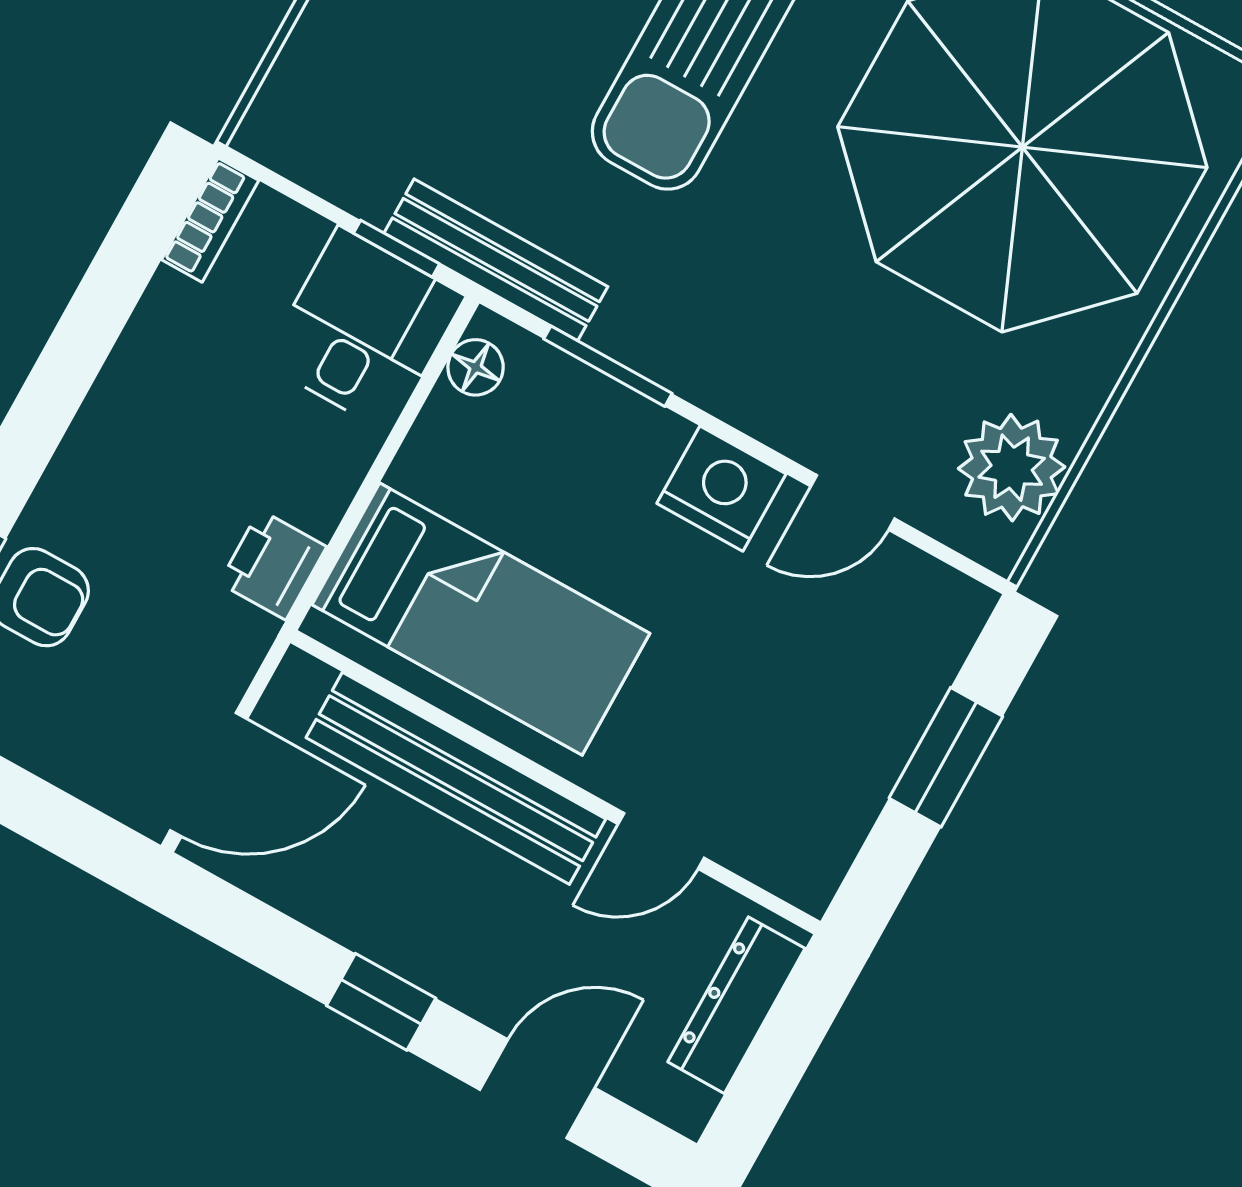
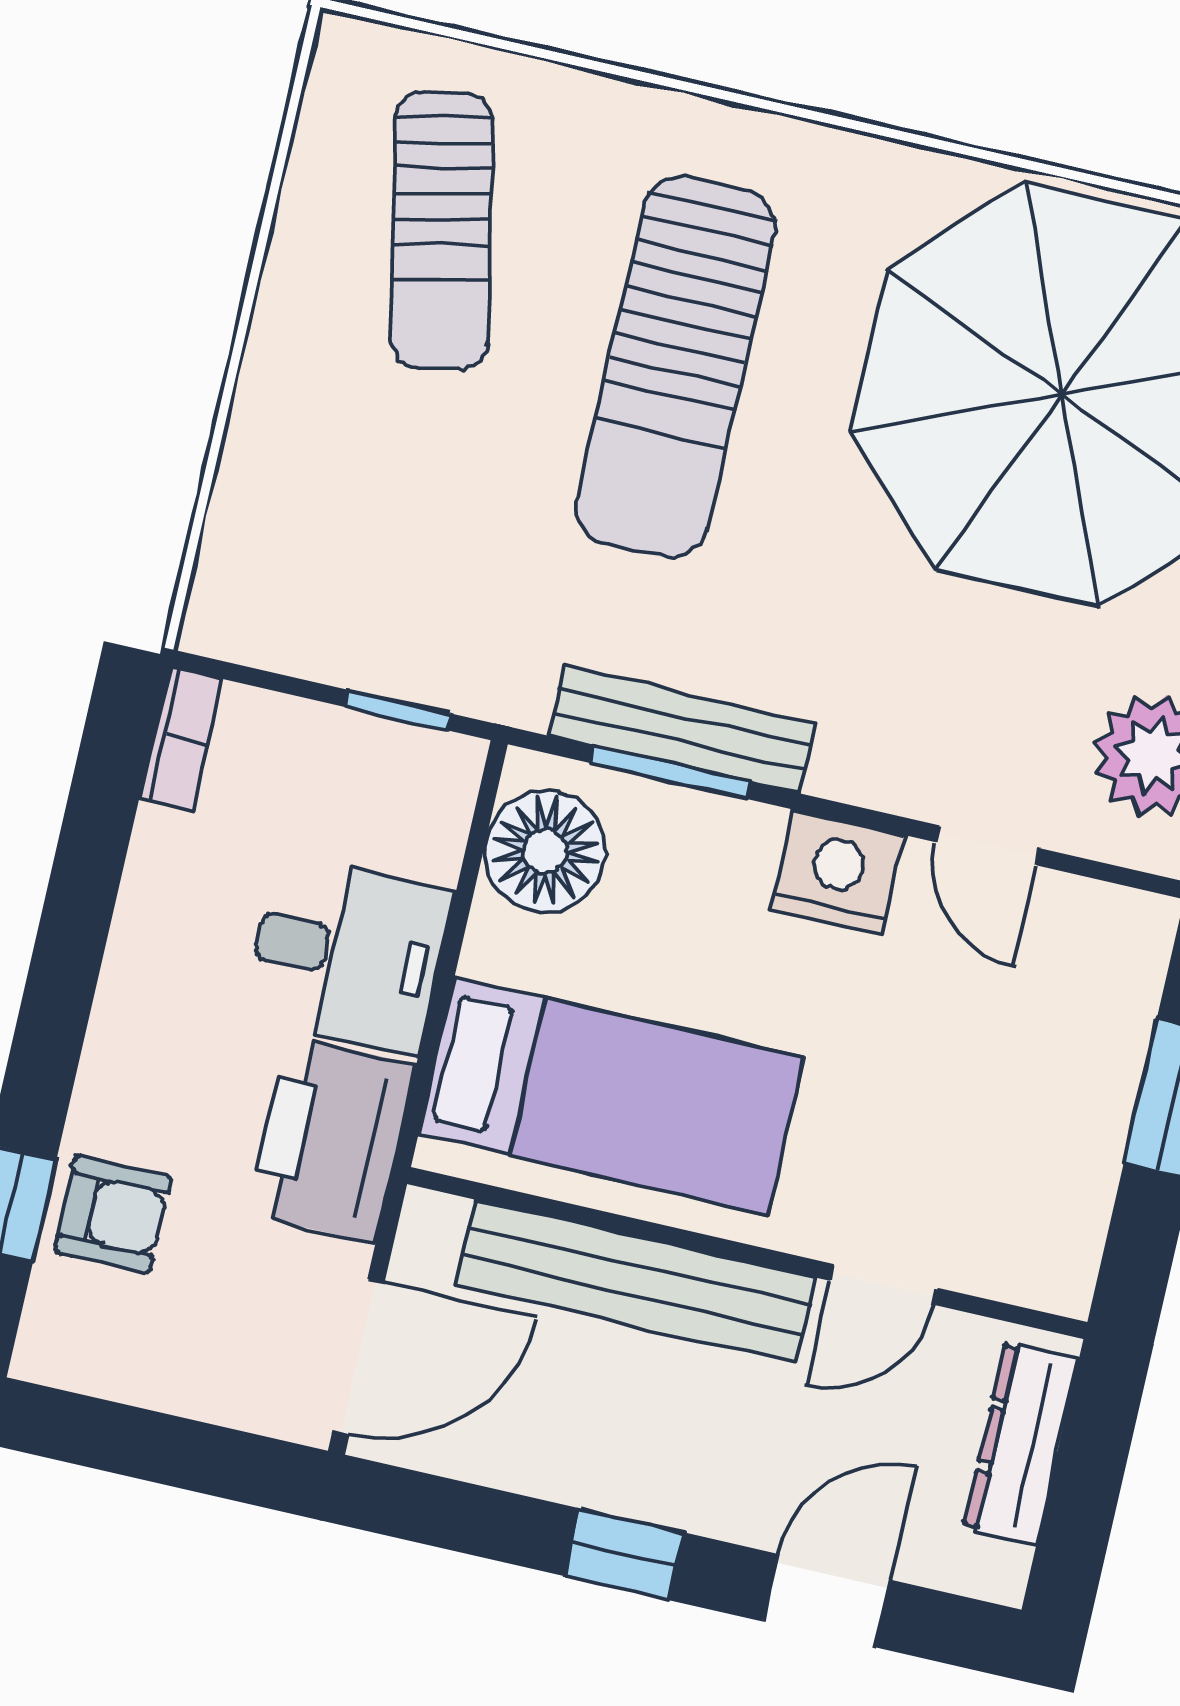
bench: (496, 260) -> (682, 729), moved
desk: (364, 329) -> (348, 954), moved, turned 90
floor lamp: (476, 367) -> (545, 851), width x1.89, depth x1.89
door: (853, 503) -> (988, 845), hinge flipped
printer: (273, 565) -> (332, 1139), width x1.87, depth x1.48

